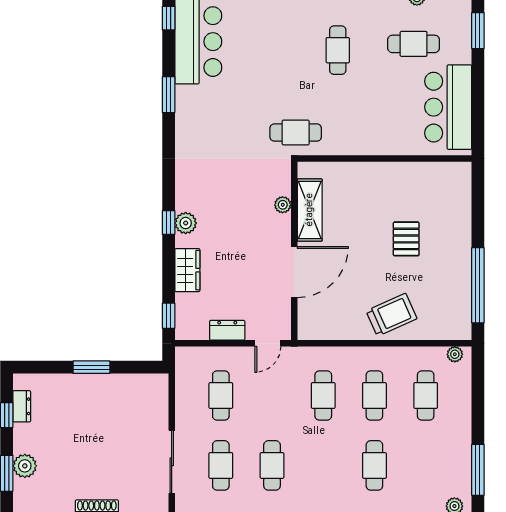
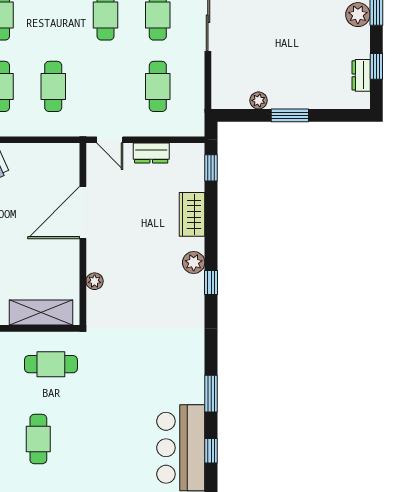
window: (169, 18) -> (211, 451), moved
cafe table: (296, 133) -> (51, 364), moved
shelving: (310, 210) -> (41, 312), moved, turned 90
window: (169, 223) -> (211, 283), moved
door: (268, 343) -> (110, 140), swing flipped
plant: (122, 382) -> (259, 100), added

